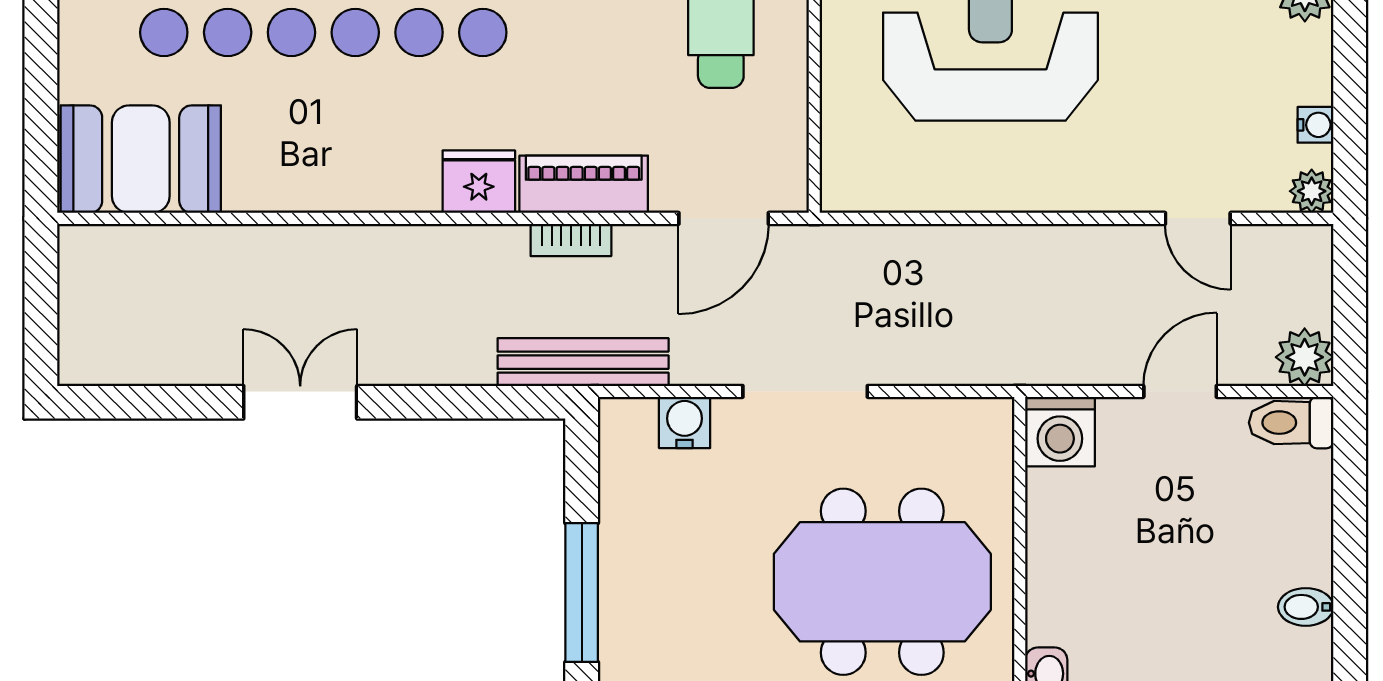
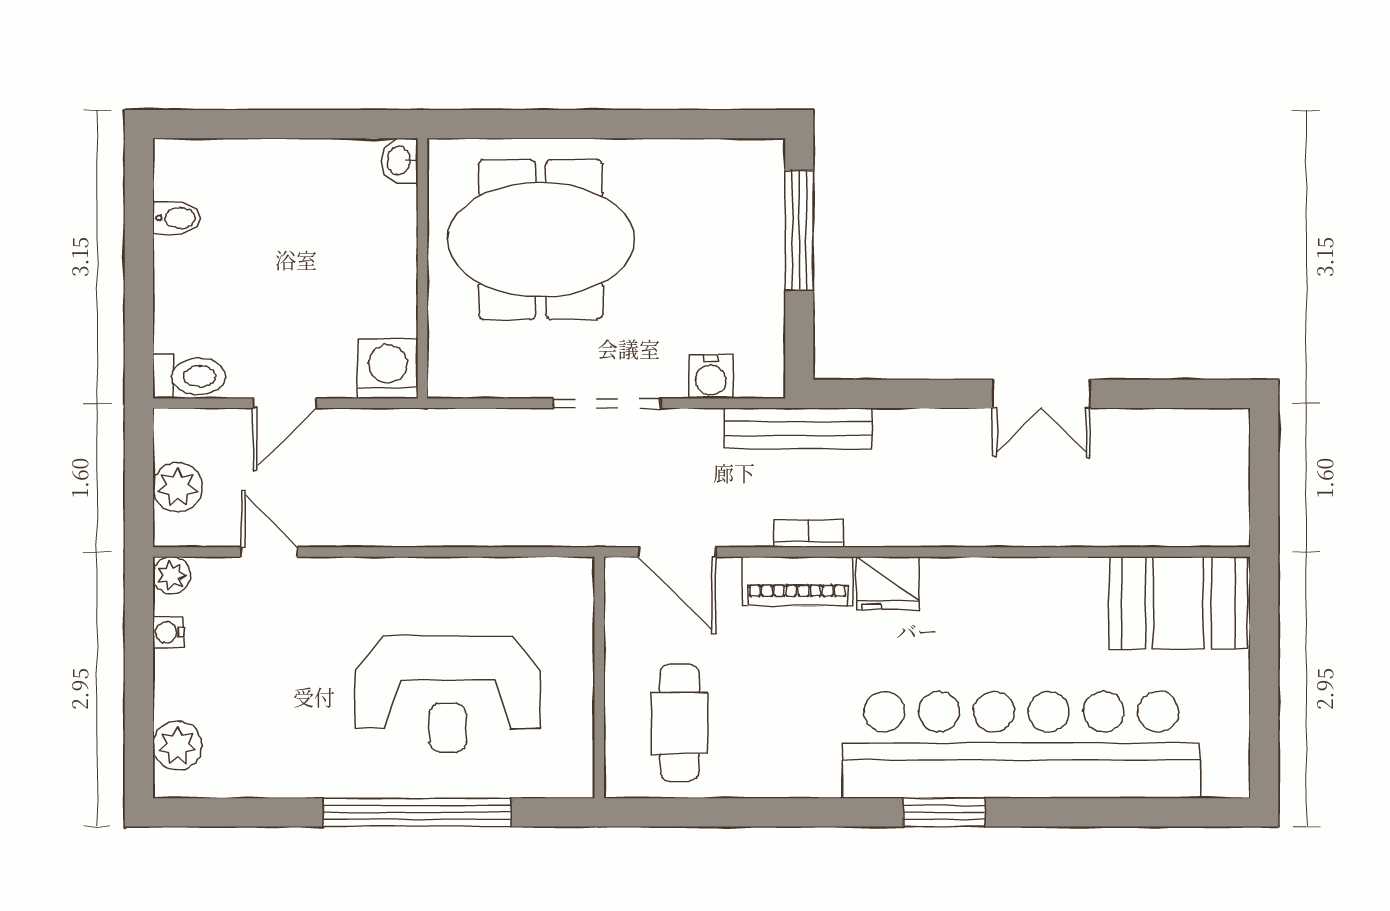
door: (724, 218) -> (677, 552), swing flipped
plant: (1305, 357) -> (178, 487), moved

